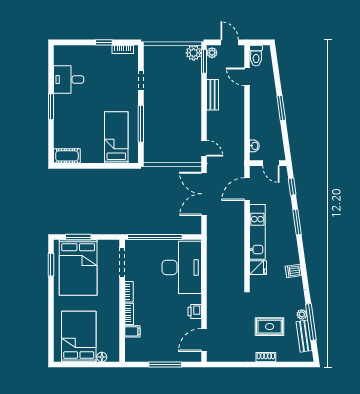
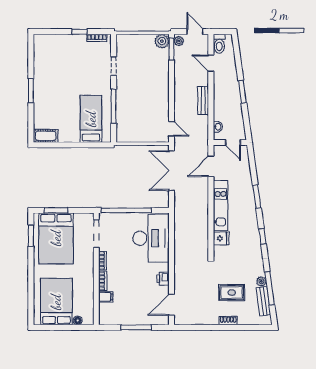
desk: (69, 80) -> (47, 66), removed
bench: (213, 95) -> (203, 101), moved
window: (292, 187) -> (262, 236), moved
dishwasher: (293, 271) -> (254, 241), removed

